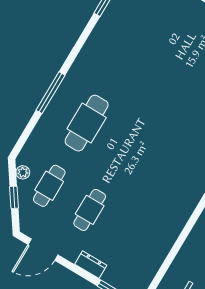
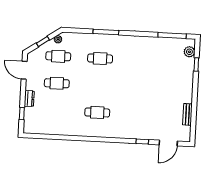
cafe table: (87, 123) -> (100, 58), width x0.73, depth x0.74
cafe table: (168, 171) -> (97, 112), added

